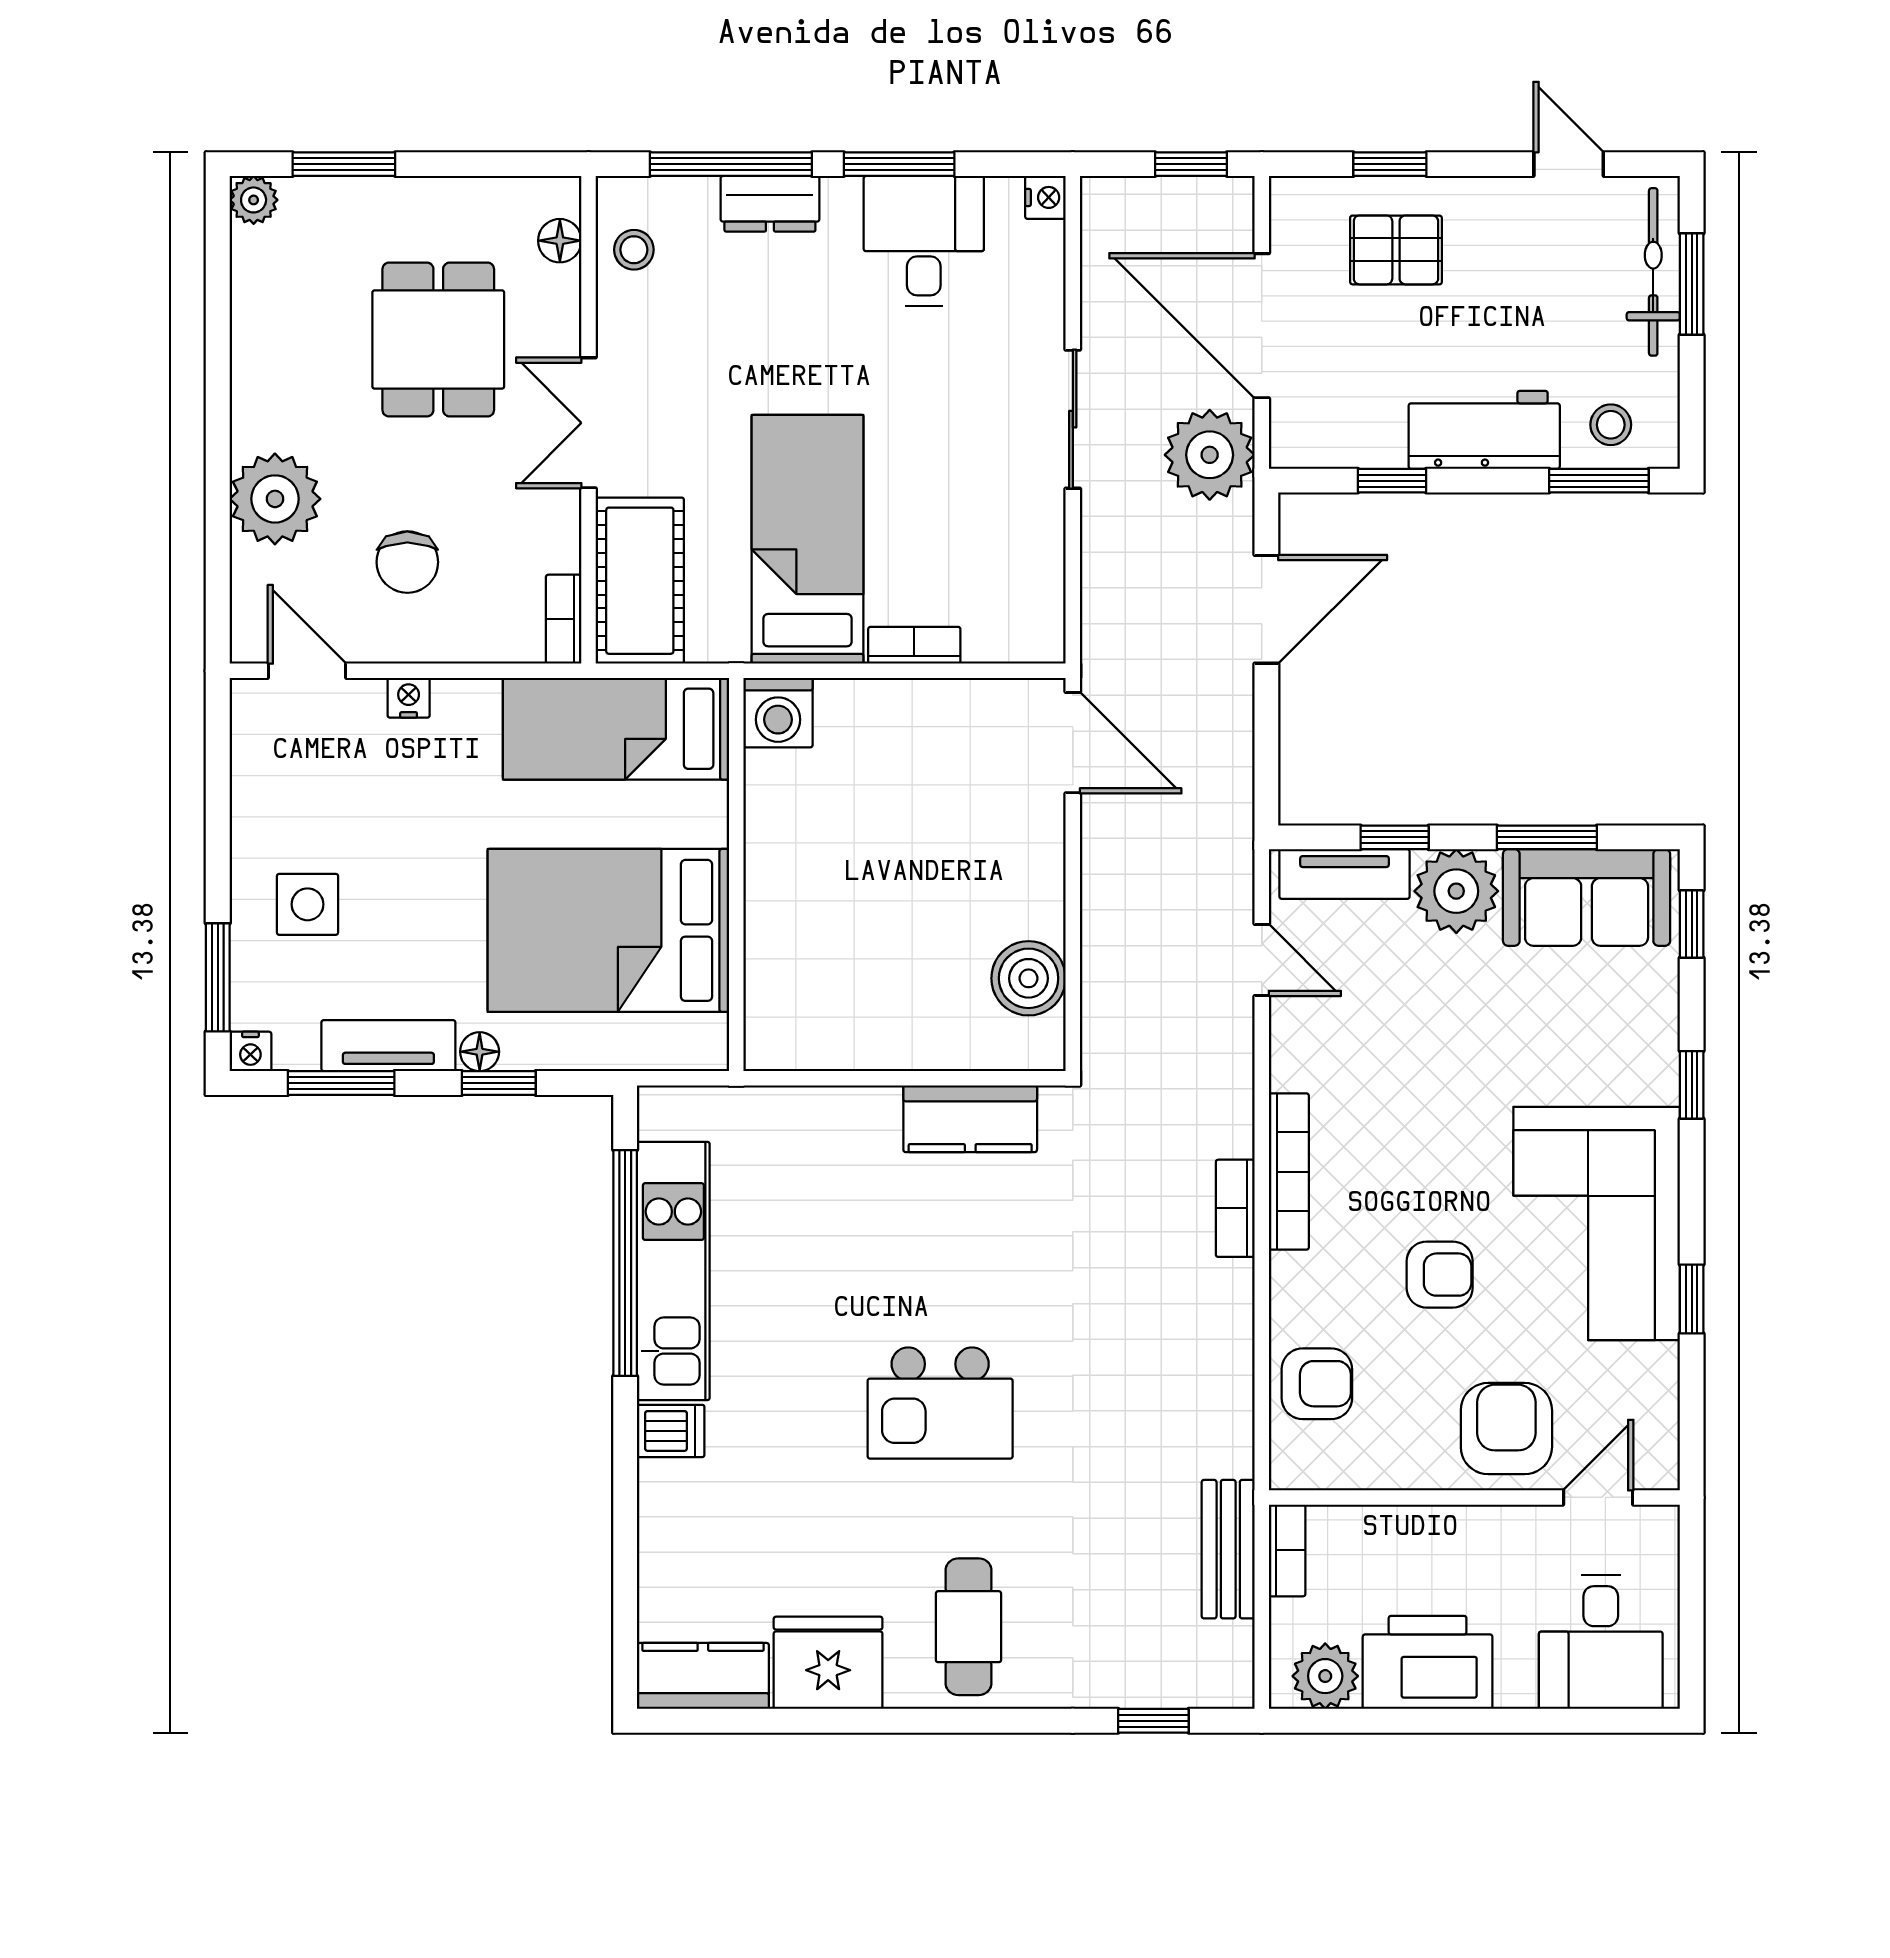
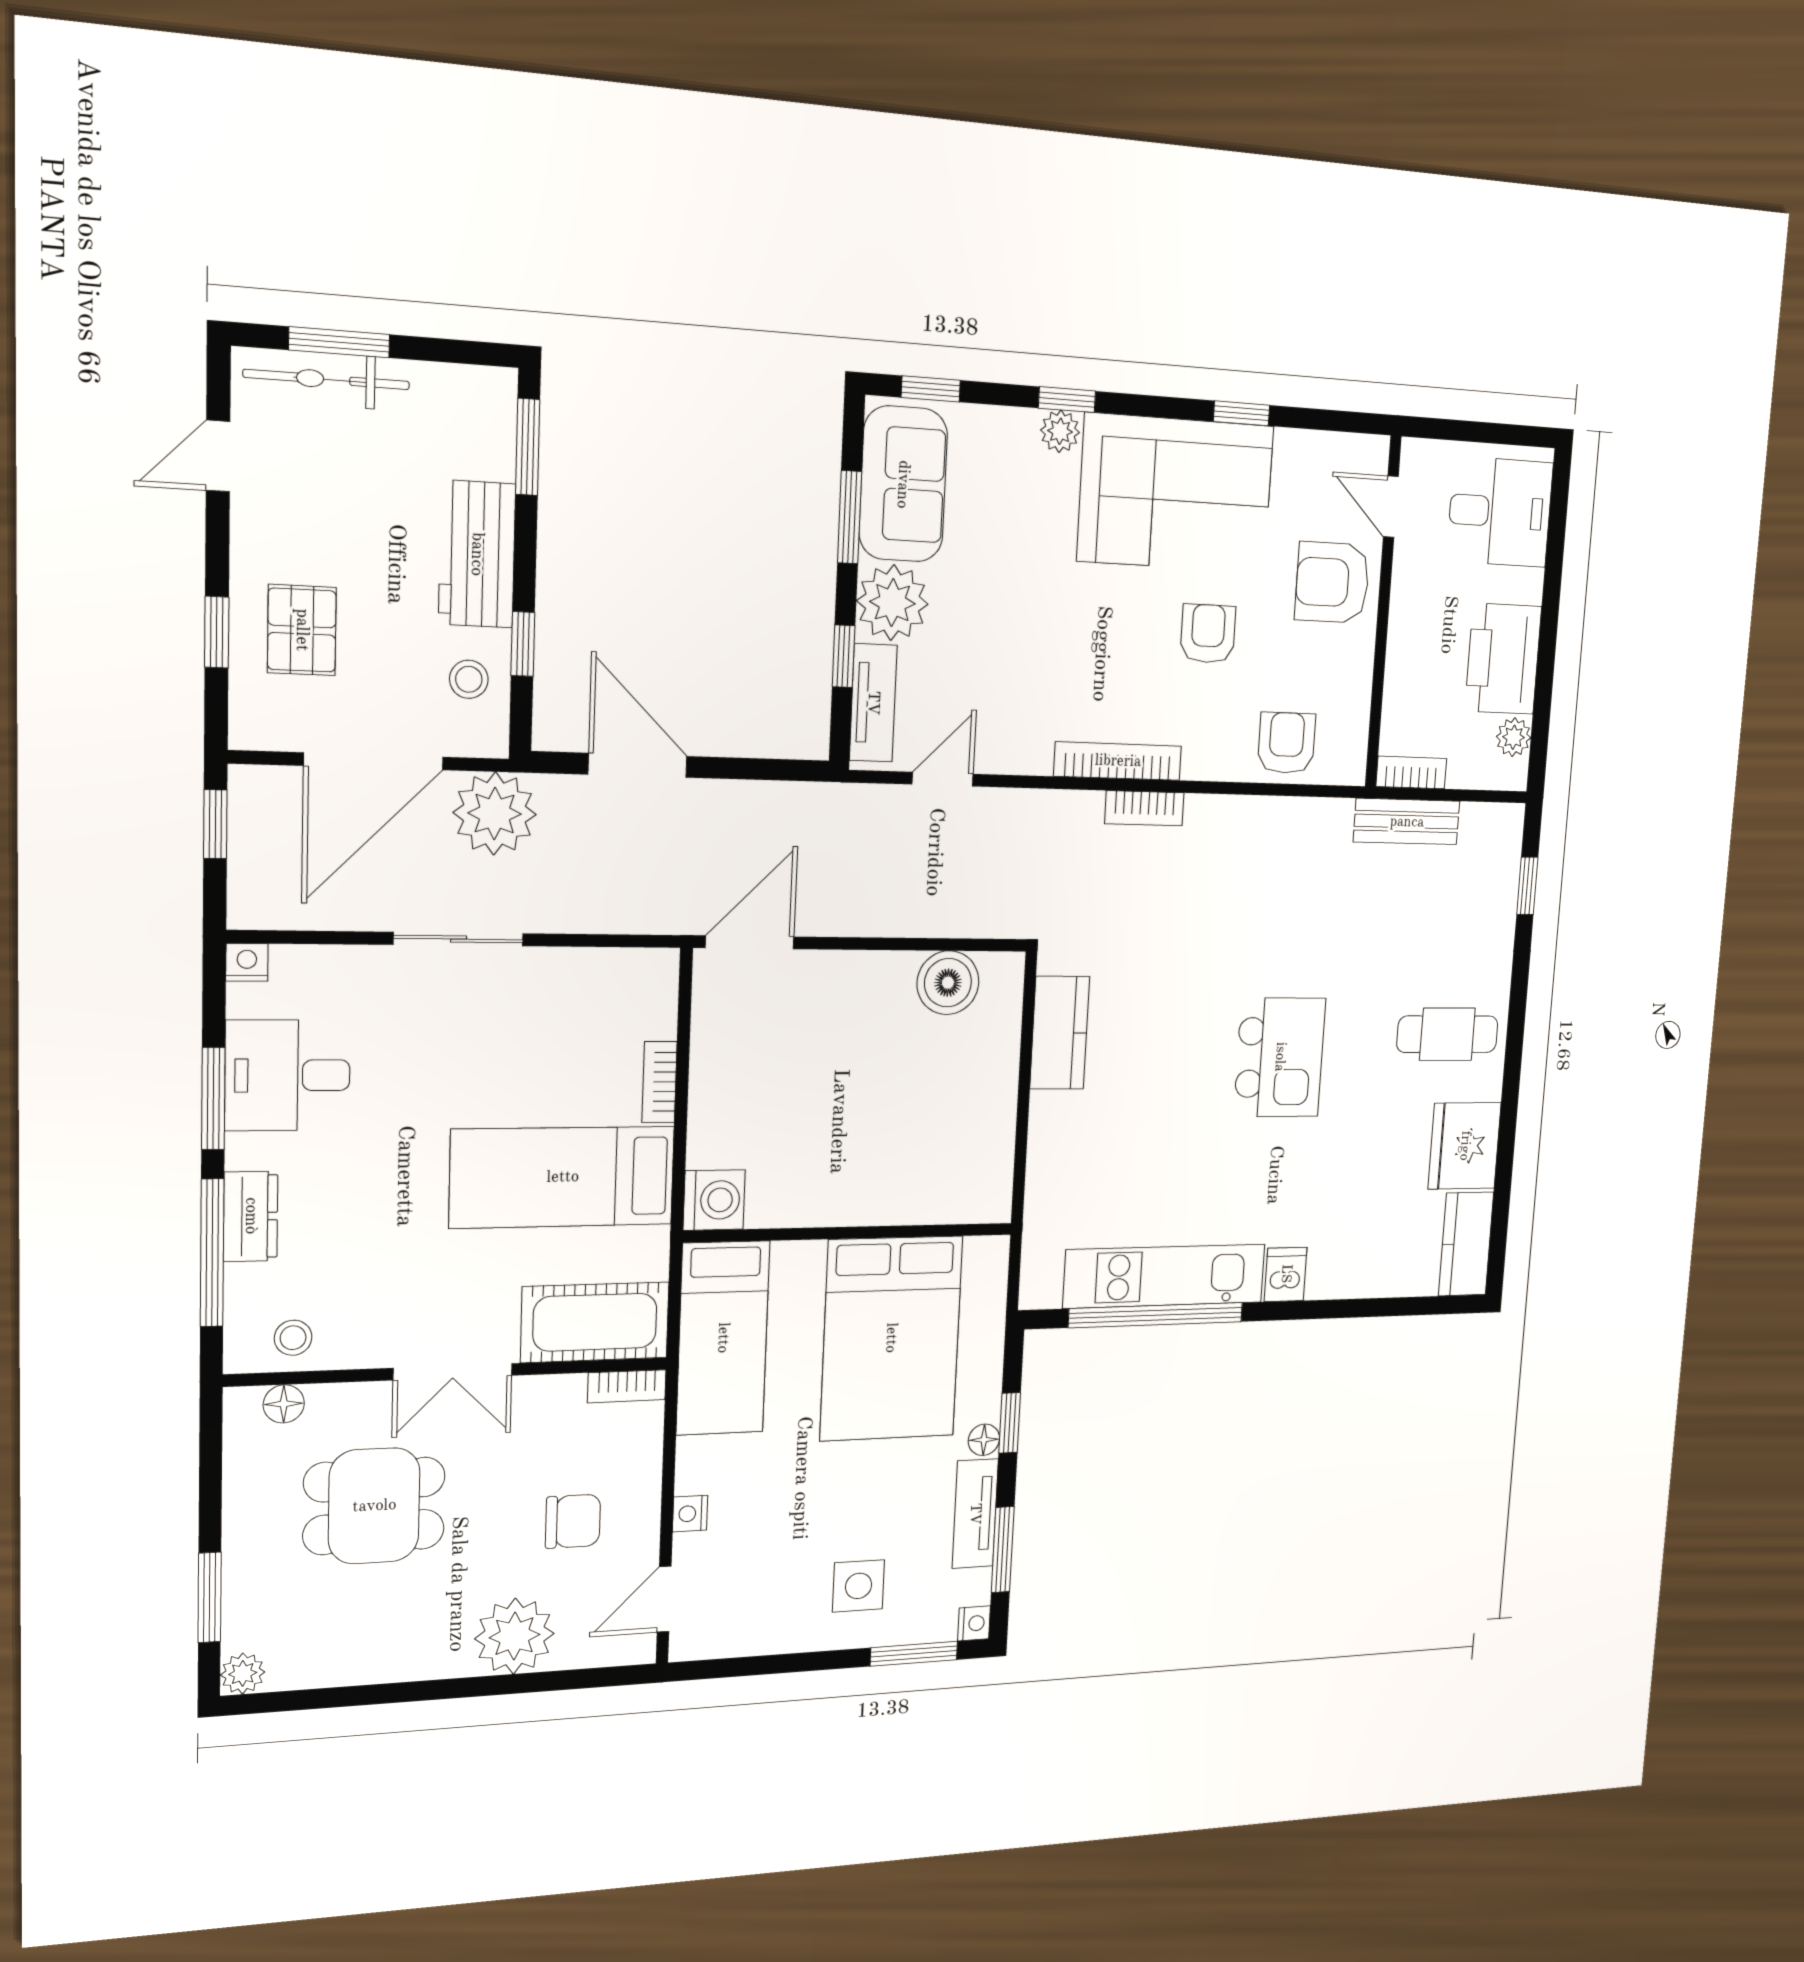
stool: (1611, 425) -> (469, 679), moved
plant: (1656, 1079) -> (1060, 431), added
plant: (1325, 1676) -> (1514, 737), width x0.73, depth x0.73

